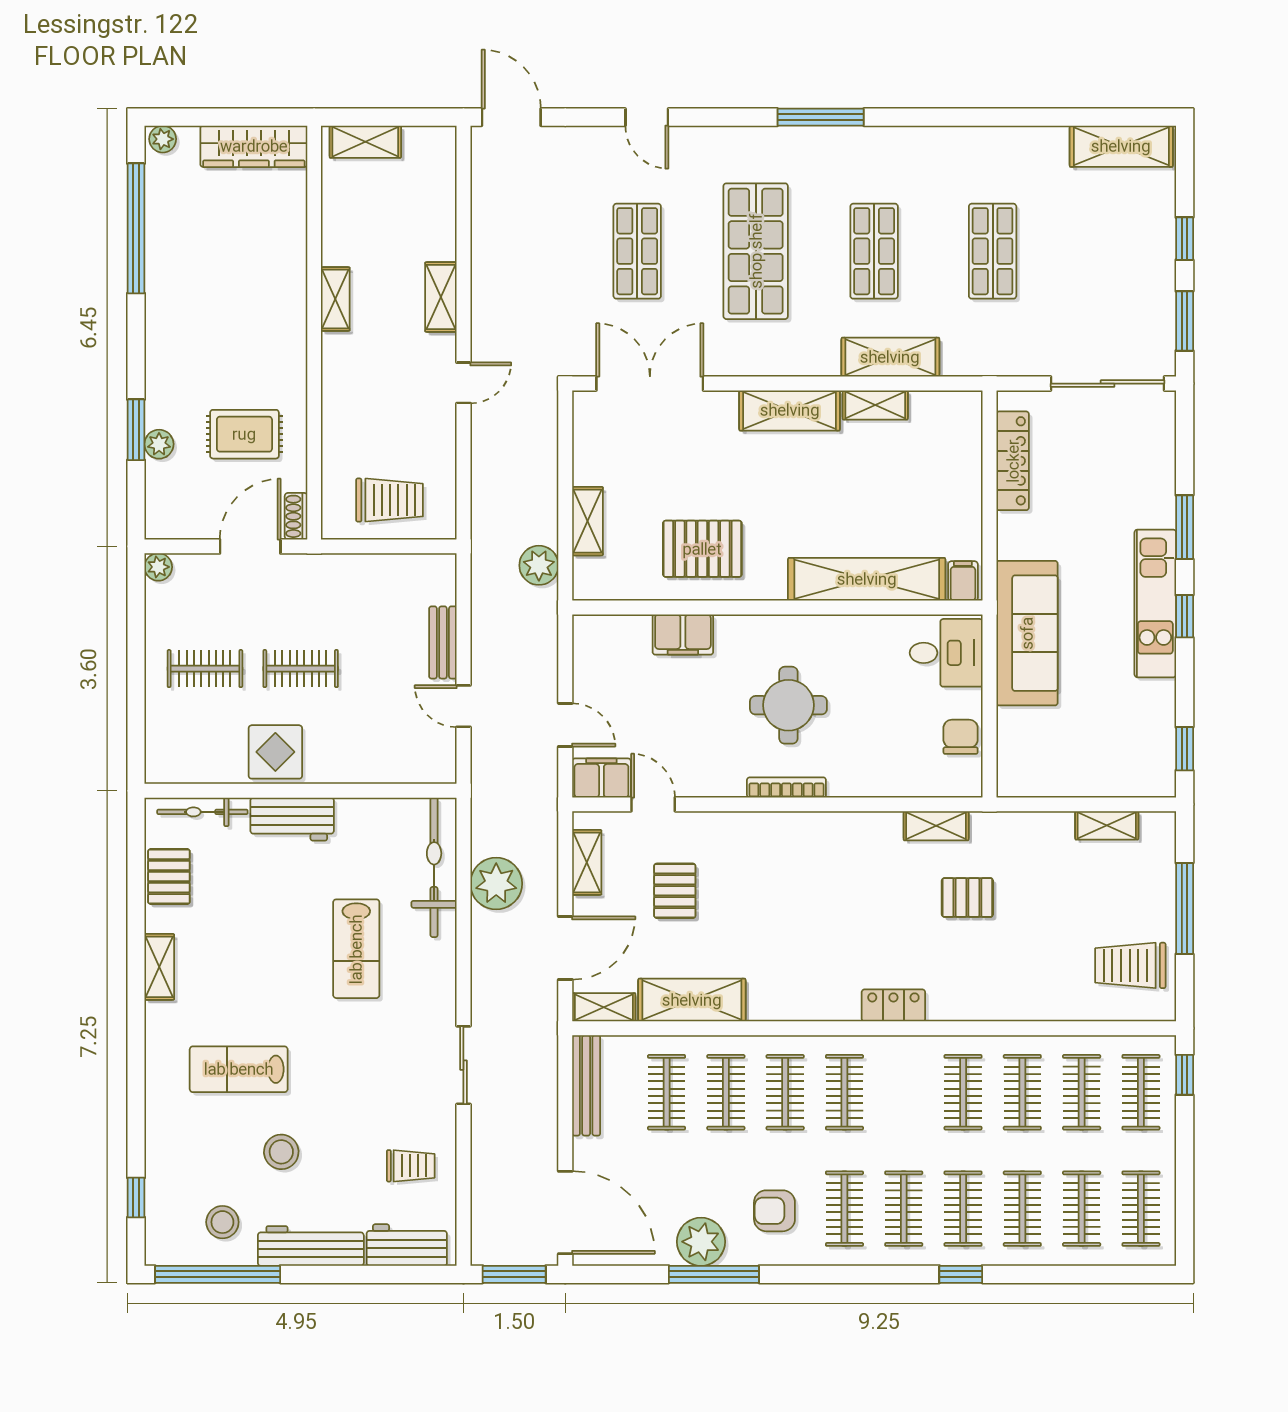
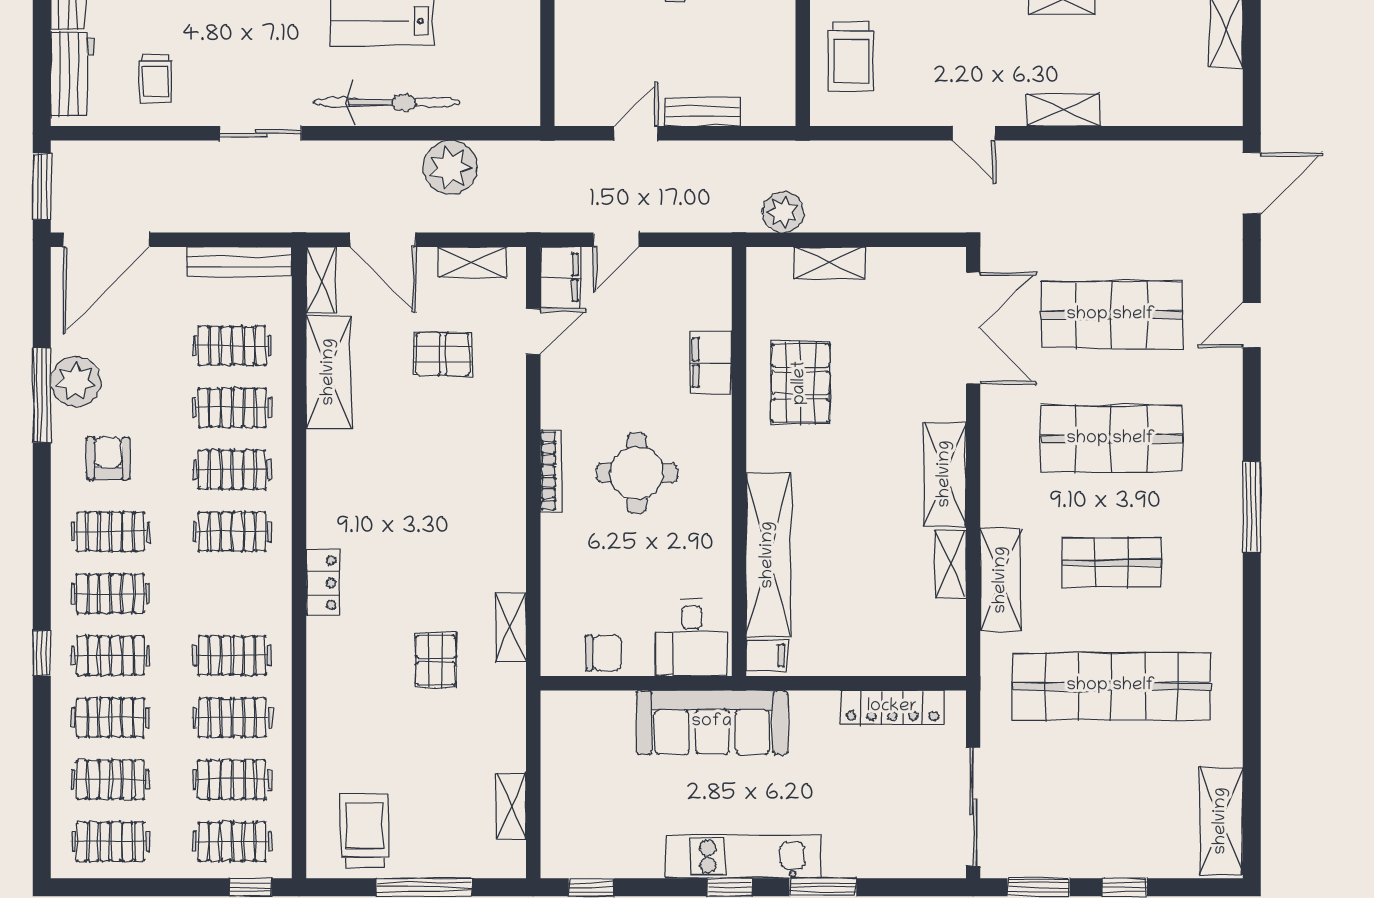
shop shelf: (637, 251) -> (1111, 315), width x1.43, depth x1.36
shop shelf: (993, 251) -> (1111, 686), width x2.00, depth x1.36
bicycle: (434, 867) -> (386, 103), moved

